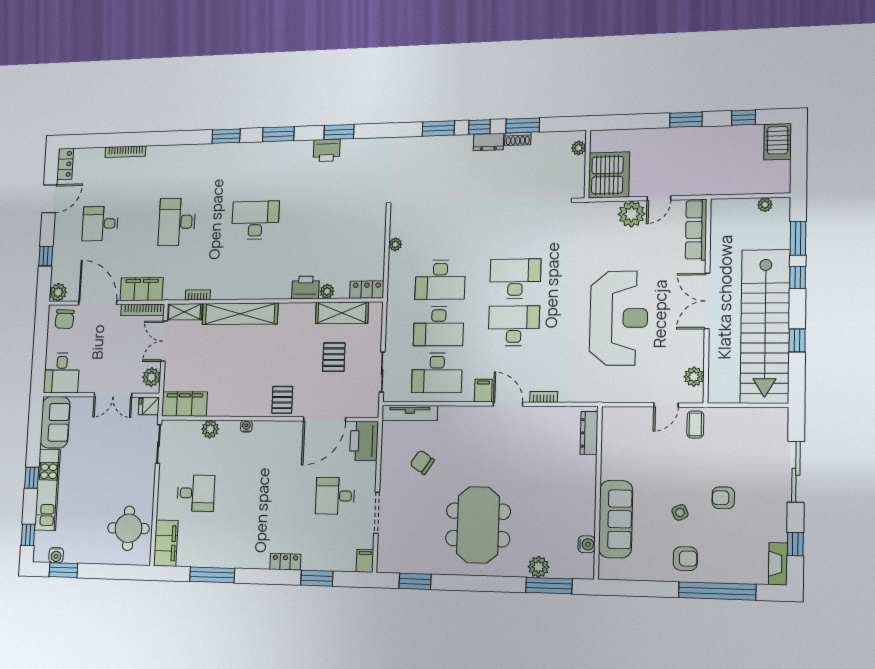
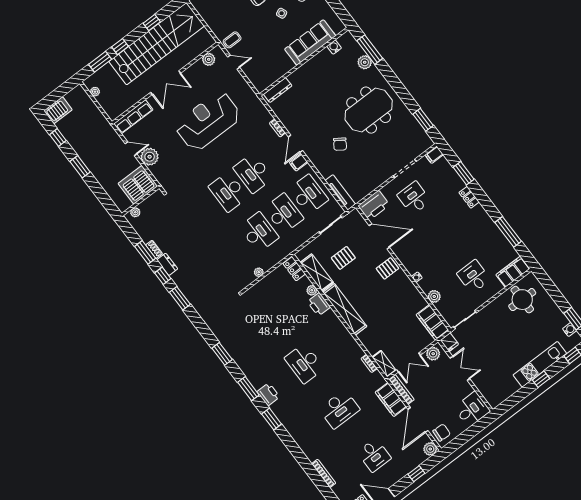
printer: (327, 150) -> (268, 394), moved
shelving: (240, 314) -> (345, 309), moved
sofa: (55, 422) -> (501, 391), removed
chair: (422, 462) -> (340, 144), moved
desk: (335, 496) -> (414, 198), turned 180

